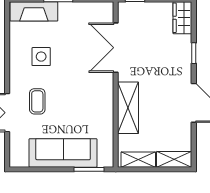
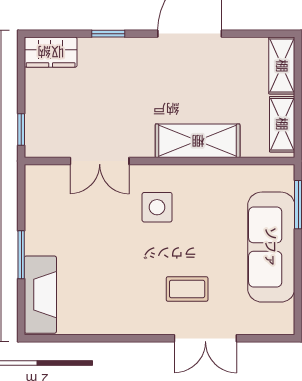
double door: (116, 48) -> (100, 161), width x0.73
side table: (41, 57) -> (157, 207), moved

